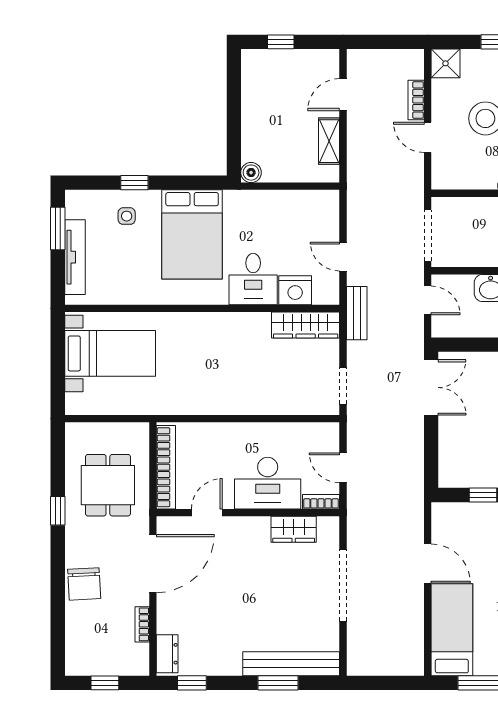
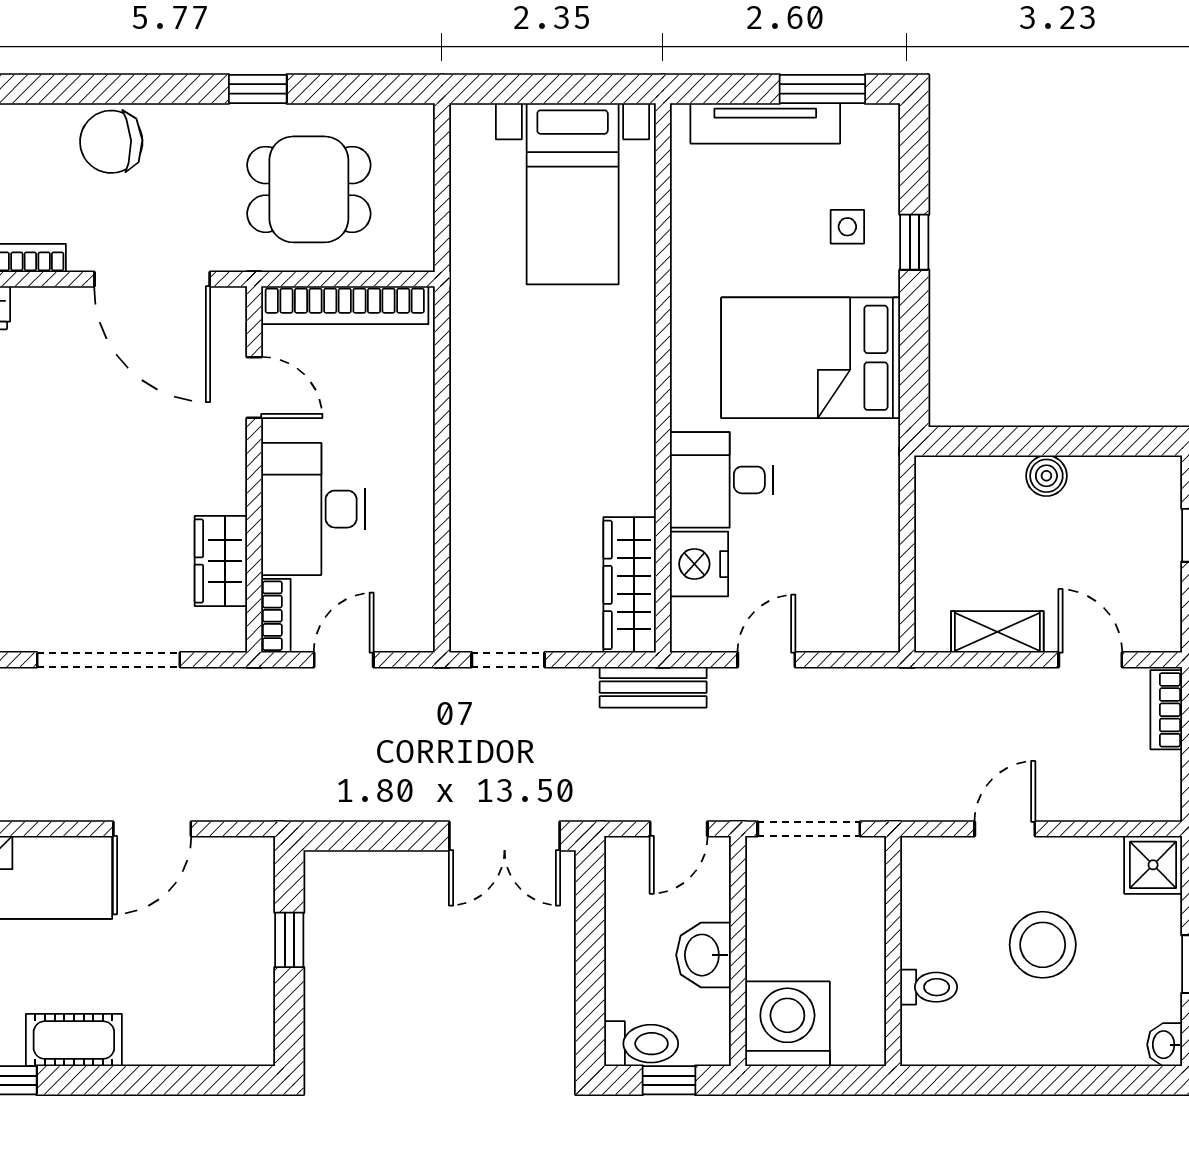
bookcase: (416, 100) -> (1166, 710), moved, turned -90
boiler: (251, 173) -> (1046, 476), moved

